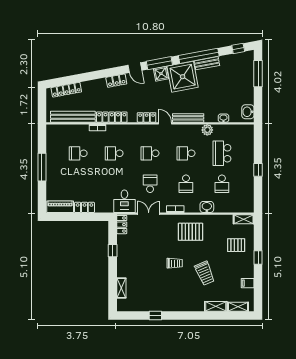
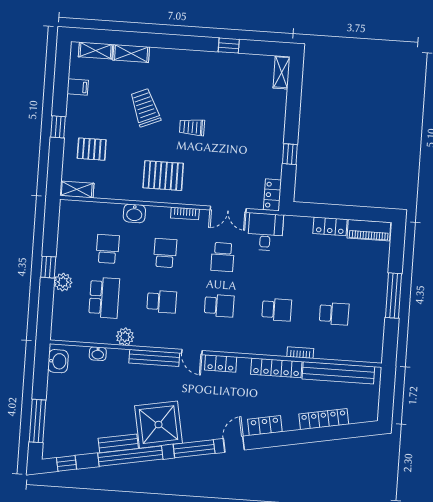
door: (135, 68) -> (234, 444), hinge flipped
shower: (161, 74) -> (193, 432), removed
locker: (66, 90) -> (324, 419), moved
plant: (248, 161) -> (63, 282), added
shelving: (121, 288) -> (282, 72), moved

